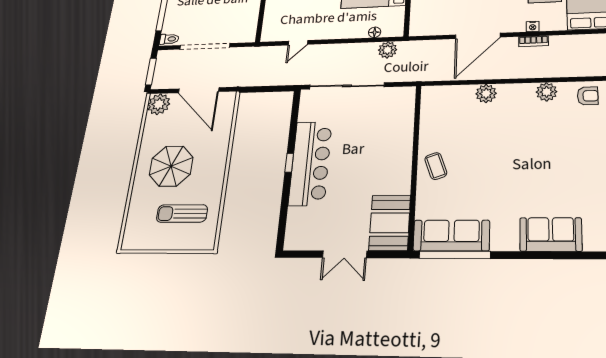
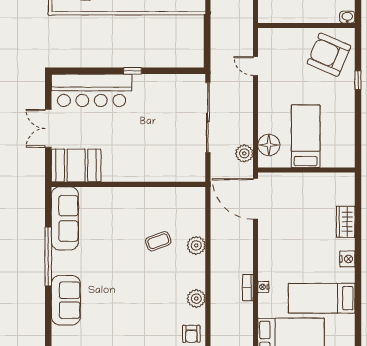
floor lamp: (375, 32) -> (269, 145), width x1.89, depth x1.89
door: (478, 36) -> (256, 199), moved
bar counter: (310, 163) -> (92, 90), moved
coffee table: (436, 166) -> (158, 241), moved
window: (455, 255) -> (48, 257), moved

